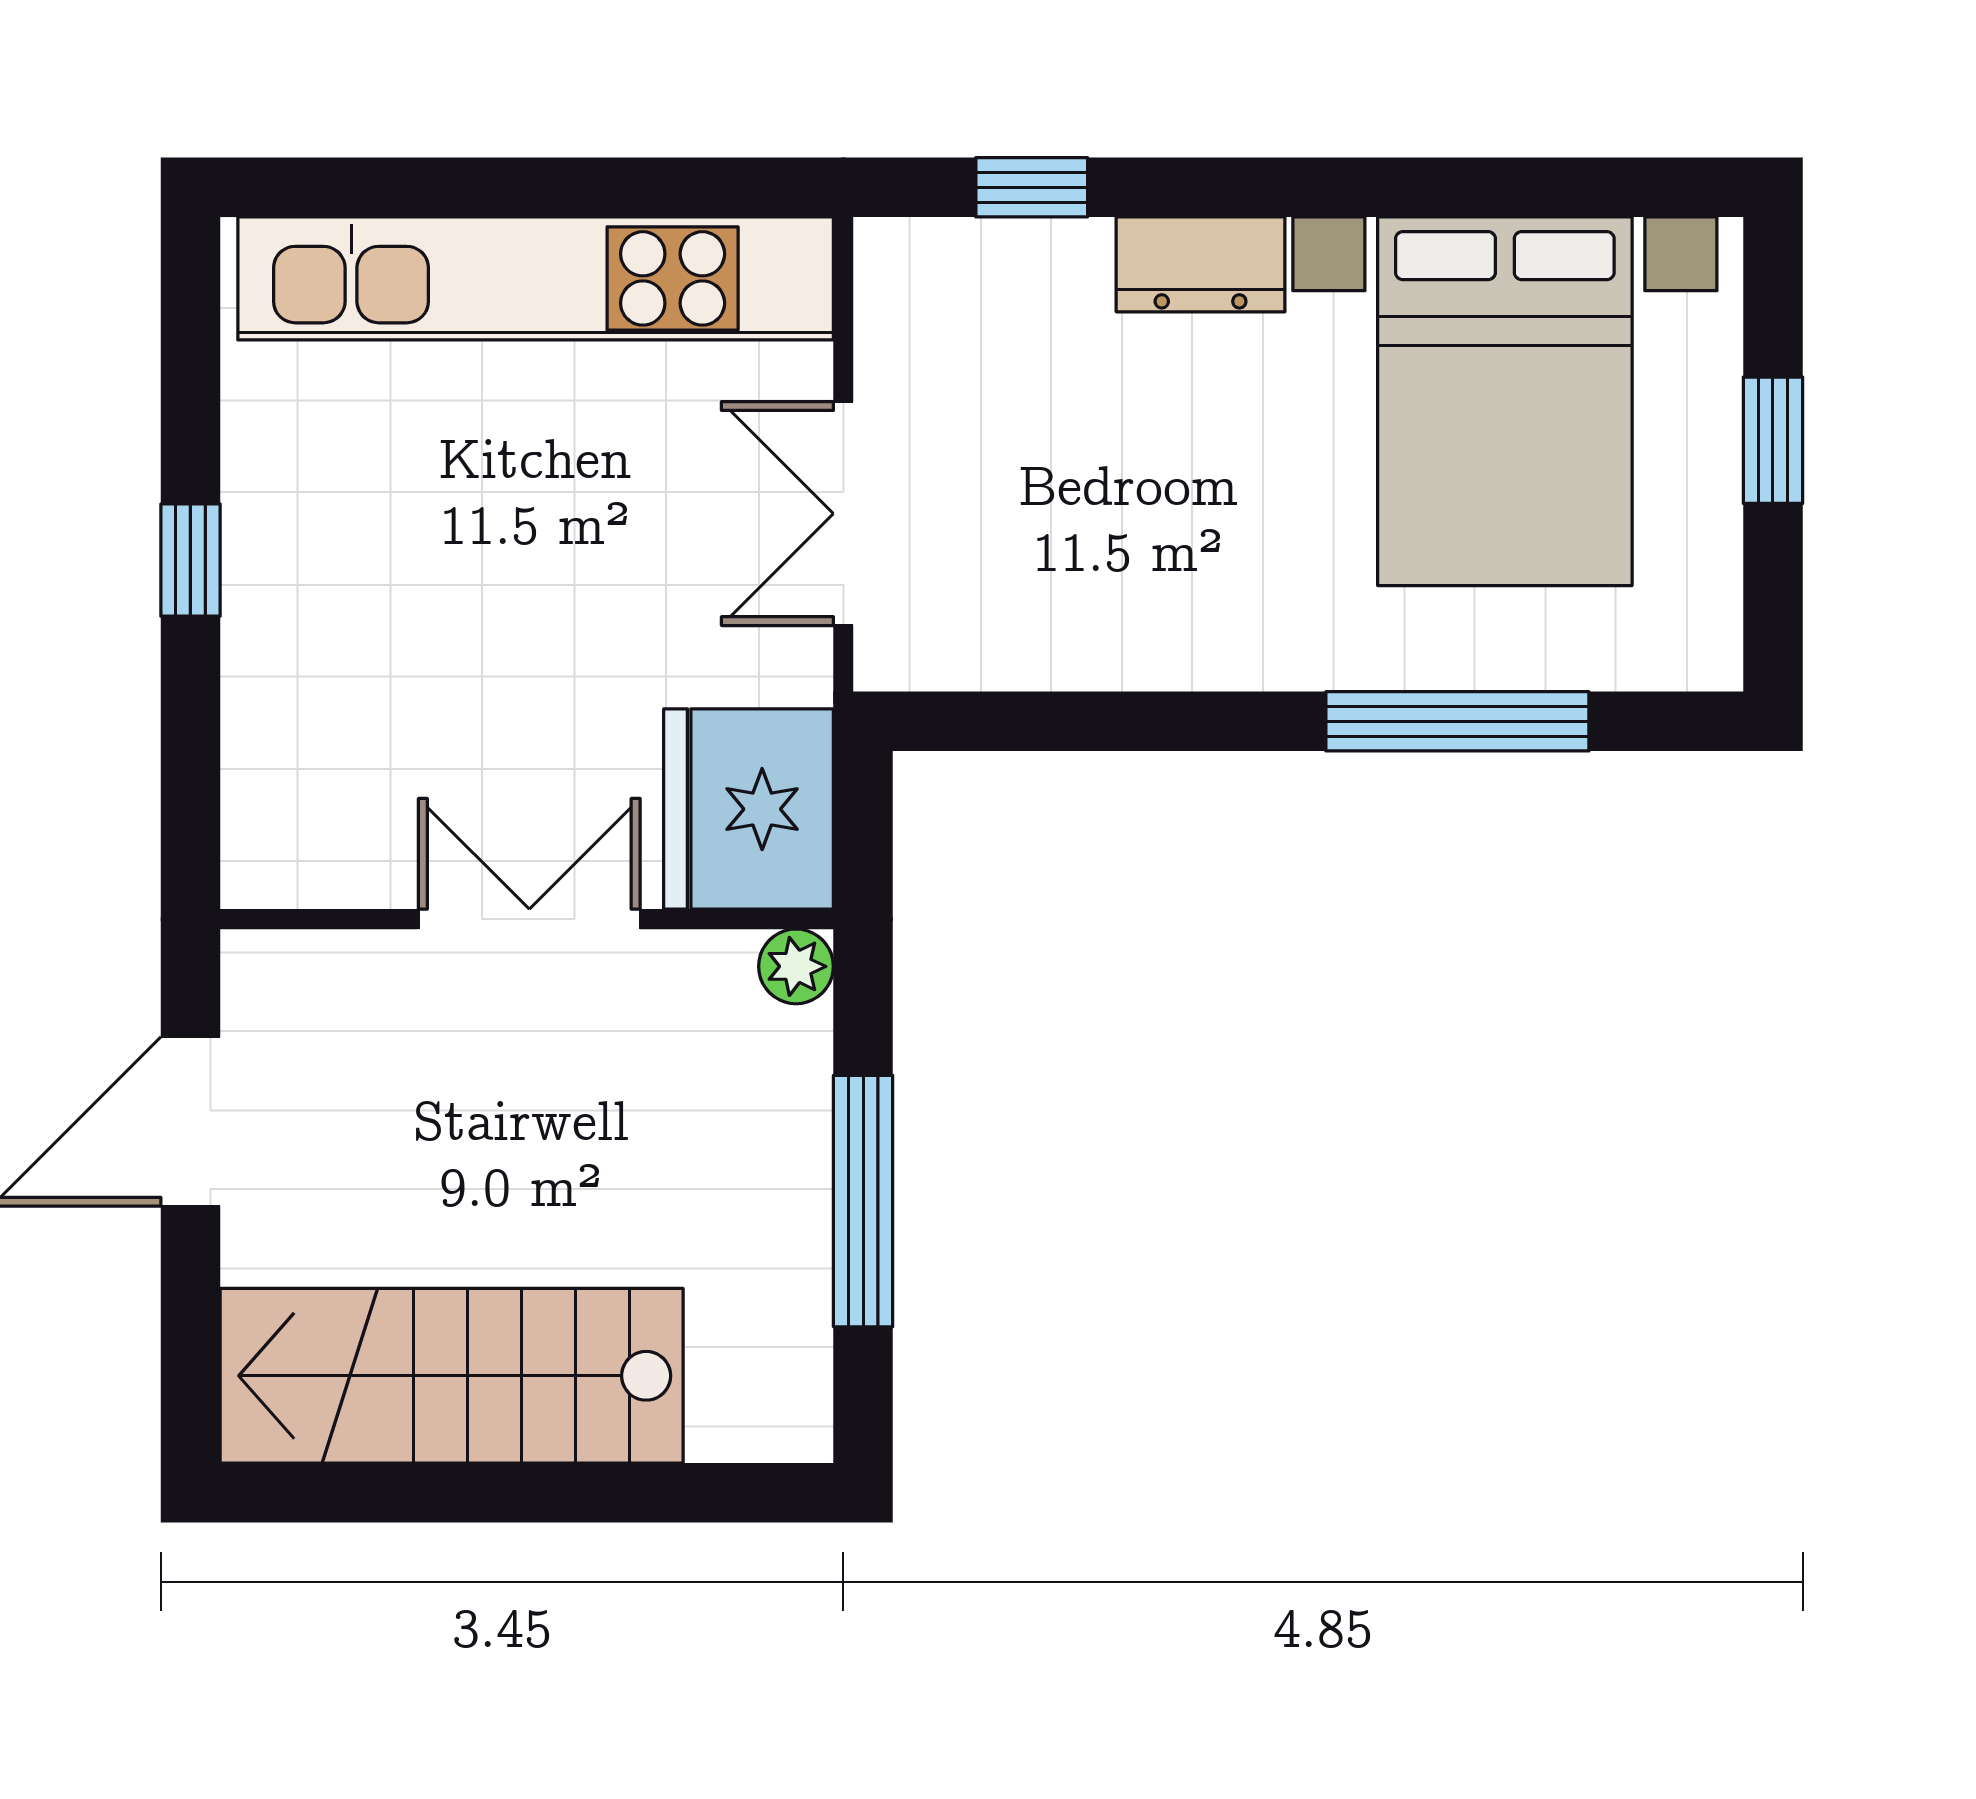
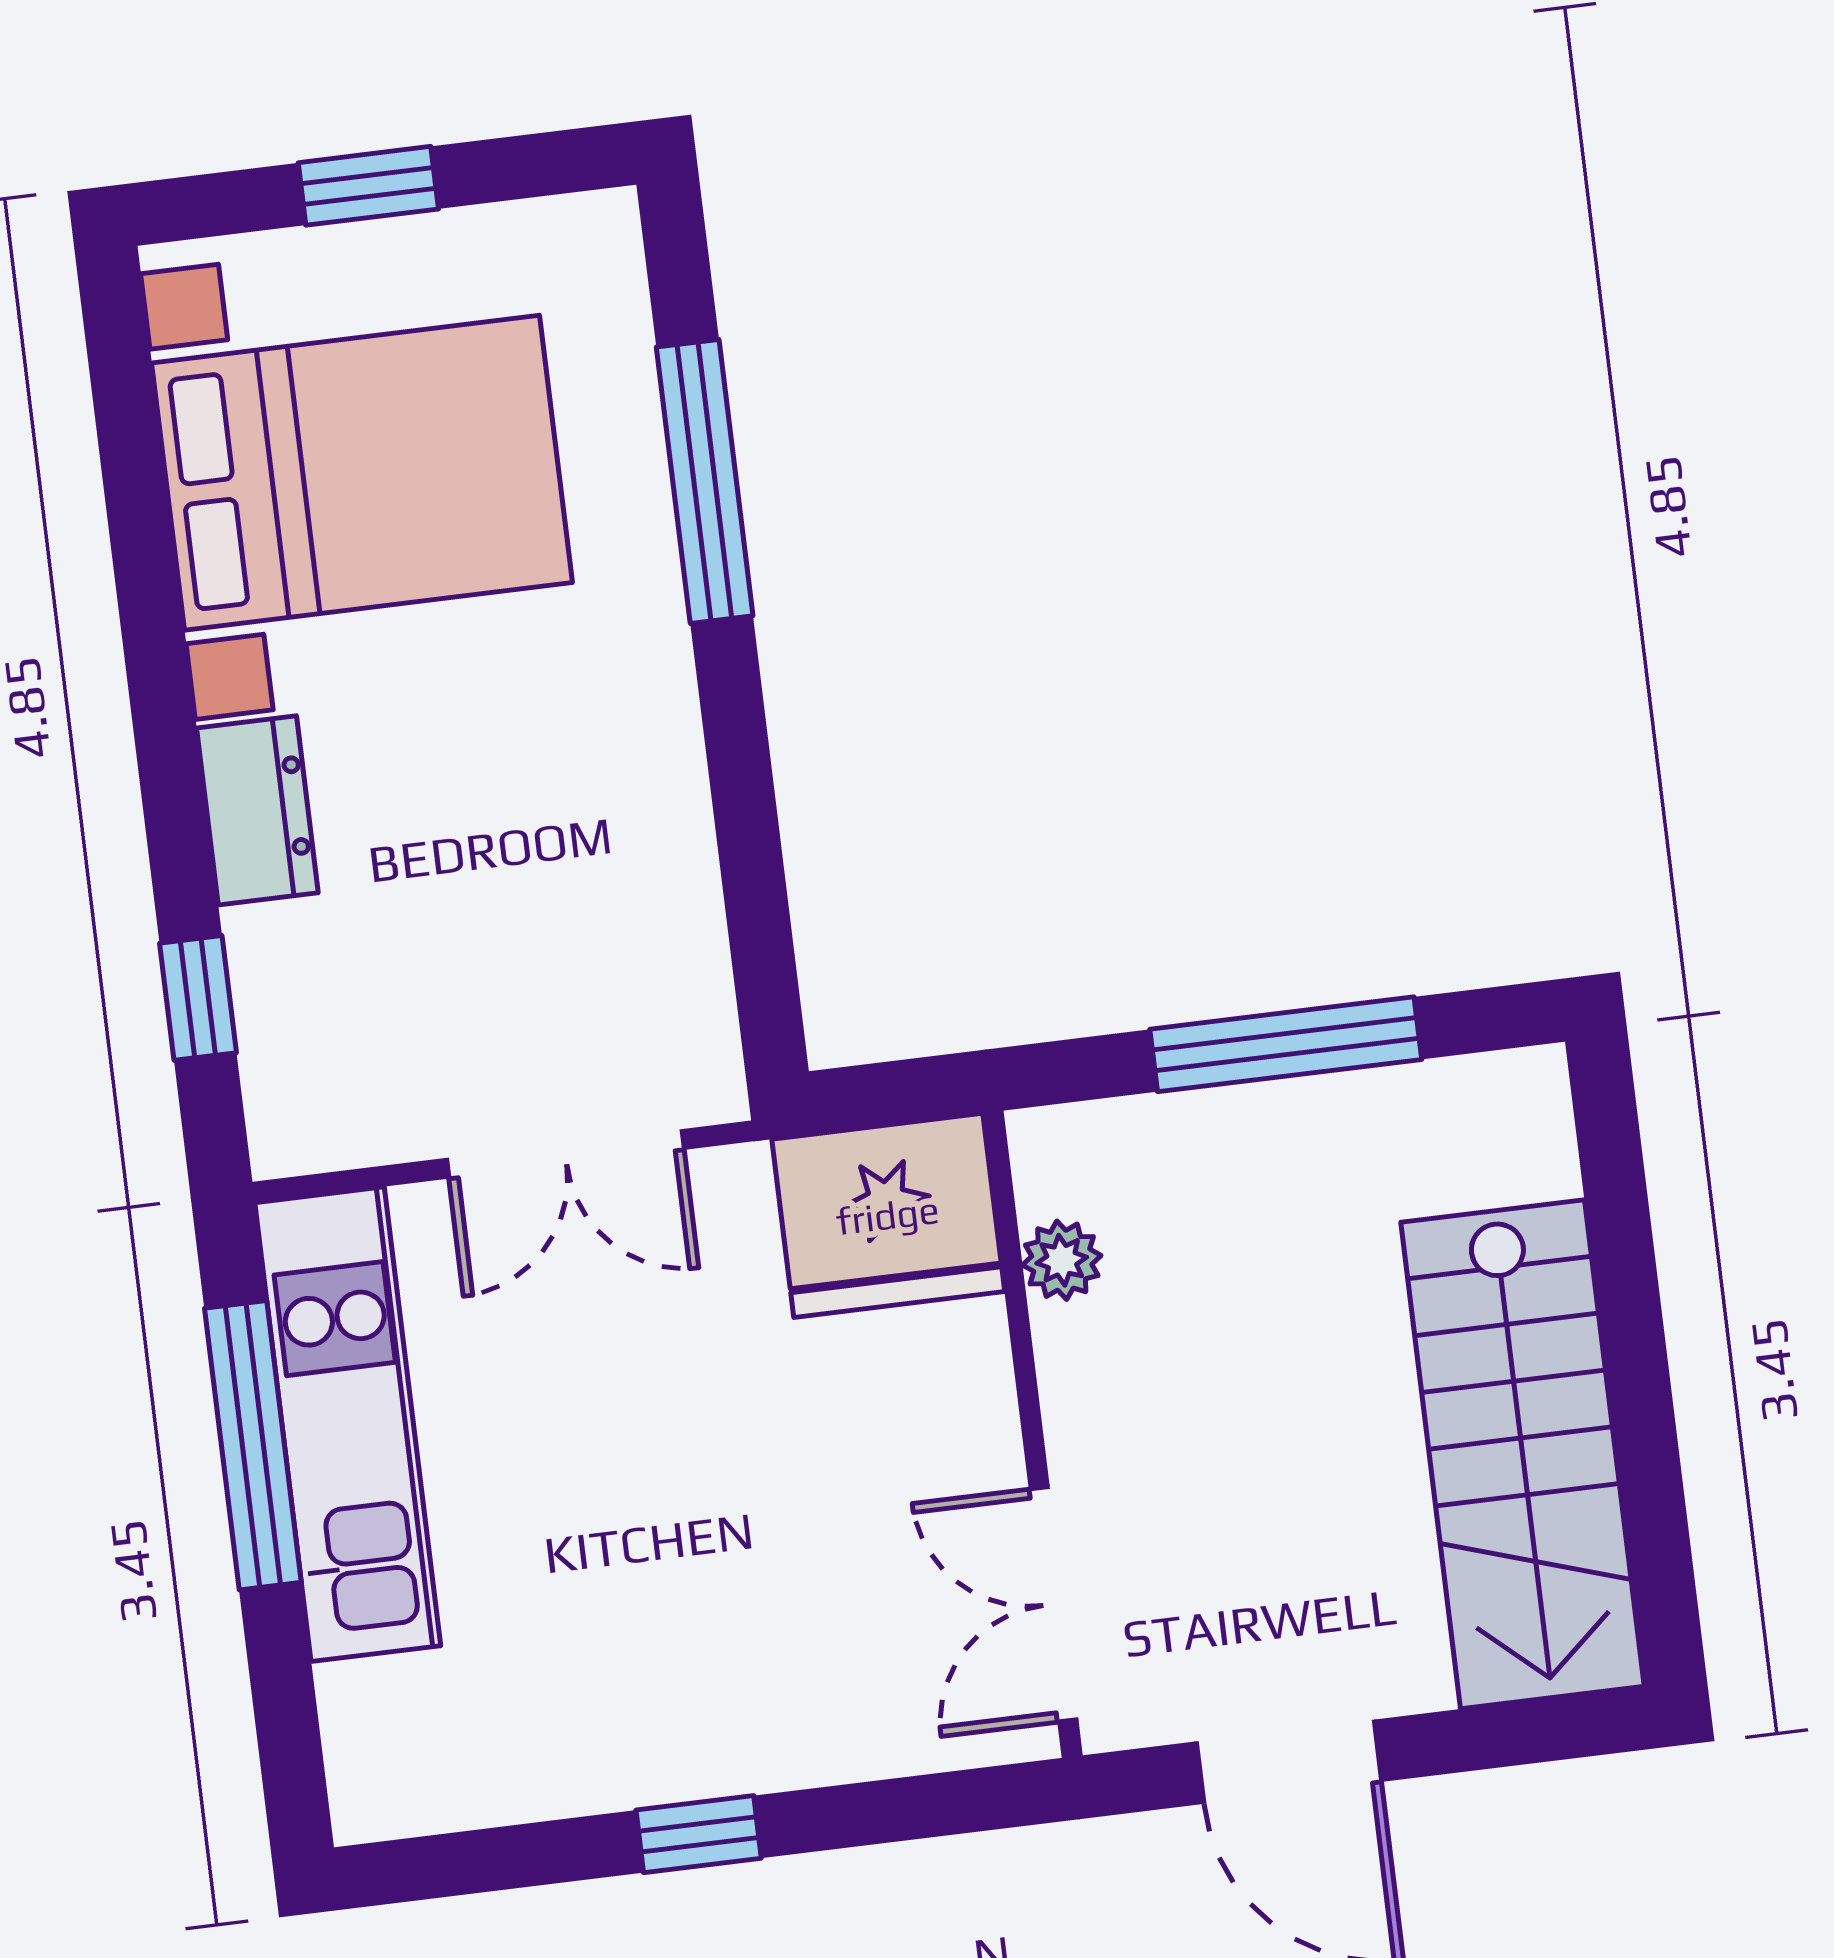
window: (606, 187) -> (253, 1445), added
kitchen unit: (536, 278) -> (348, 1424), width x0.73
double door: (529, 919) -> (1054, 1604), moved
plant: (796, 966) -> (1062, 1260), moved

